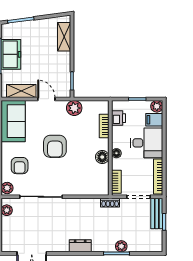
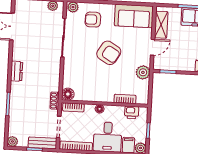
armchair: (55, 146) -> (109, 53), turned -149
floor lamp: (102, 157) -> (68, 94), moved
plant: (121, 246) -> (12, 141), moved

